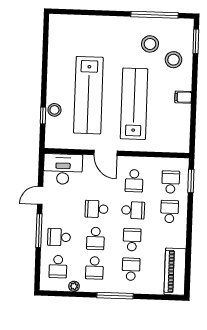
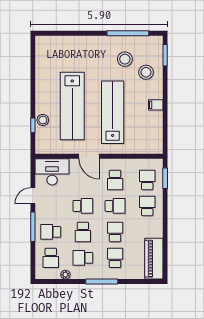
school desk: (97, 209) -> (83, 206), turned 180
school desk: (94, 268) -> (83, 258), turned 90

